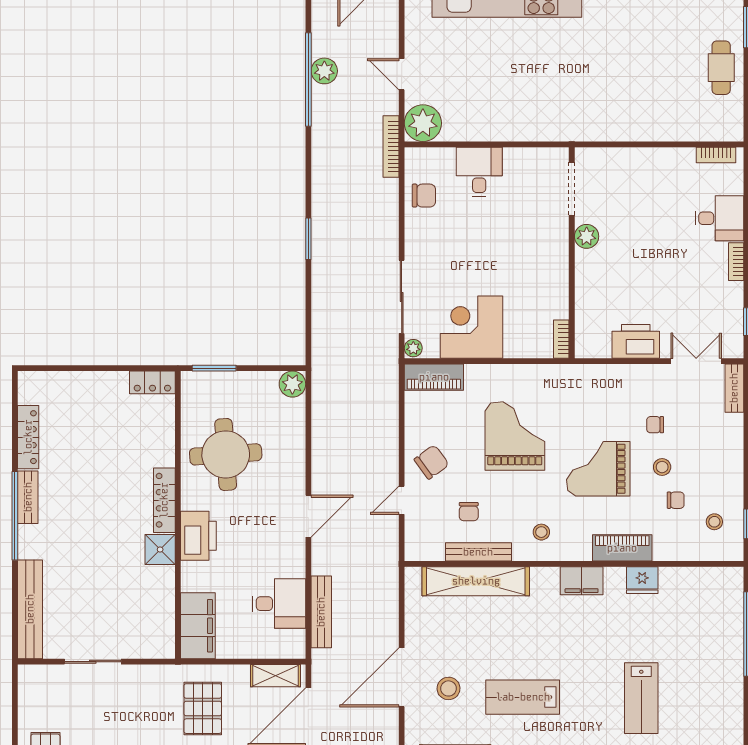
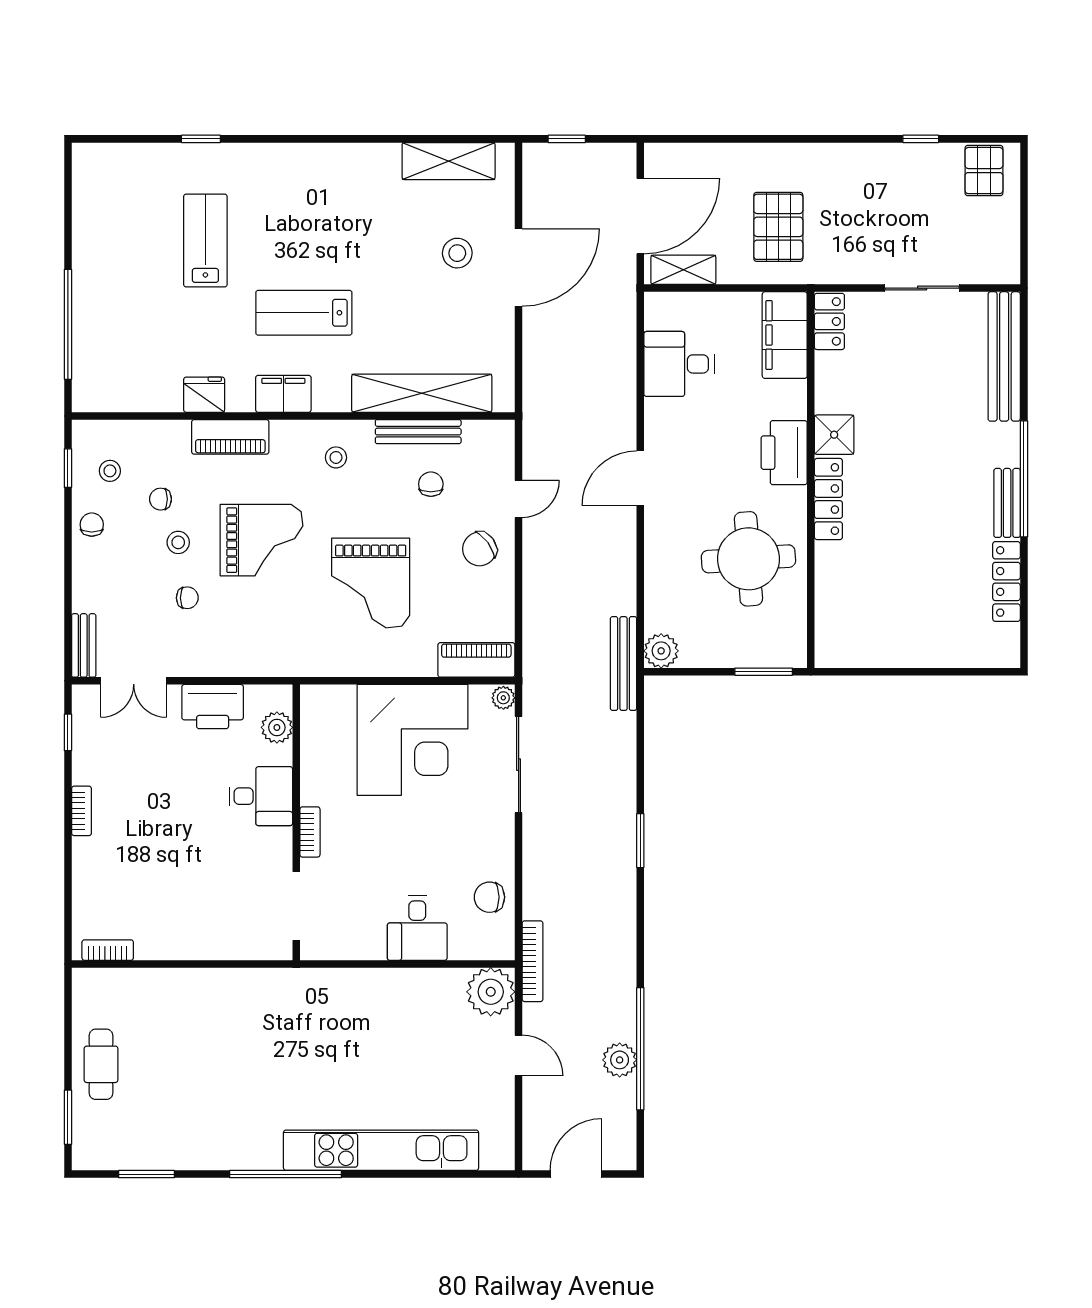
desk: (719, 218) -> (261, 796), moved, turned 180
plant: (587, 236) -> (277, 727), moved
corner desk: (472, 327) -> (412, 740), width x1.36, depth x1.36
bookcase: (561, 339) -> (310, 832), moved
locker: (152, 382) -> (829, 321), moved, turned 90
chair: (728, 481) -> (92, 525), added
bench: (321, 612) -> (624, 664), moved
lab bench: (523, 697) -> (304, 313), moved, turned 180

